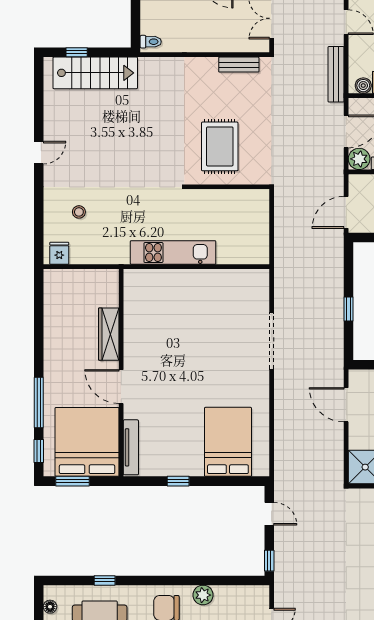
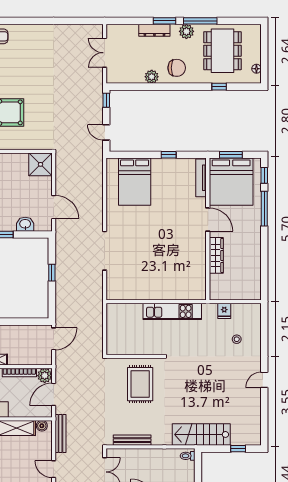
bench: (239, 65) -> (132, 440), width x1.36
stairs: (95, 73) -> (201, 434), moved
fridge: (59, 253) -> (224, 311), moved
window: (73, 481) -> (231, 155), moved

